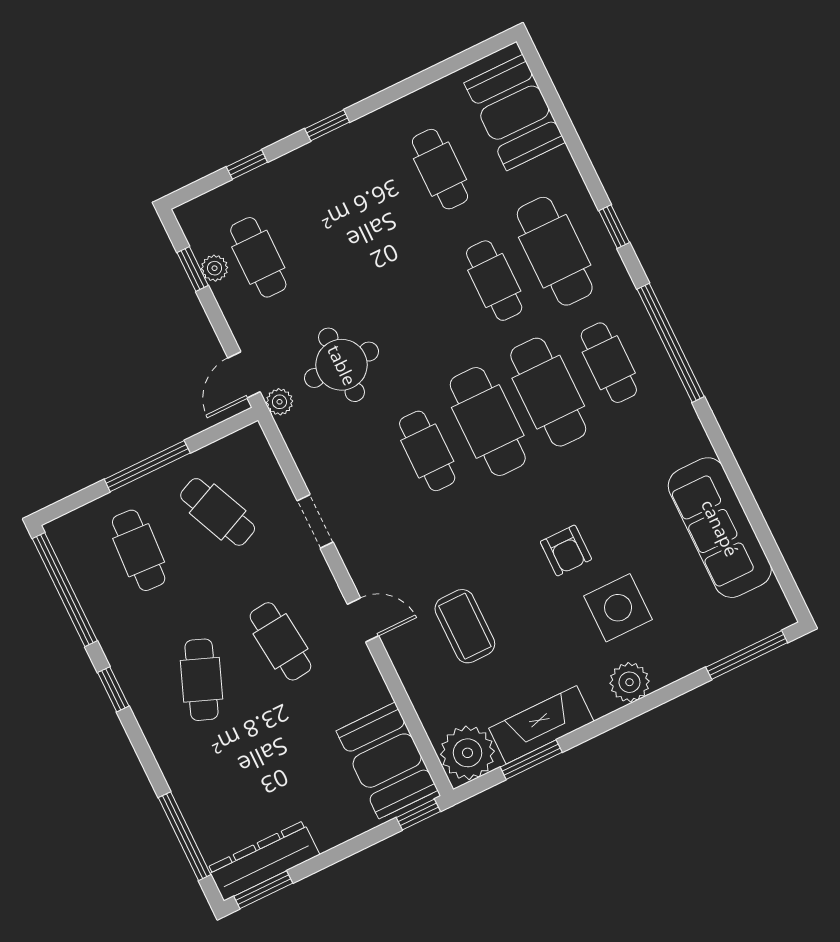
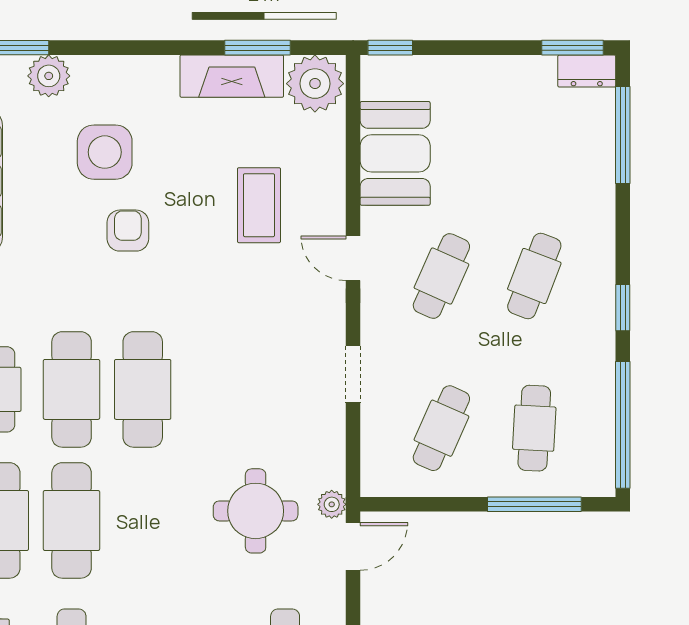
cafe table: (494, 281) -> (72, 520), width x1.37, depth x1.35
cafe table: (427, 451) -> (214, 389), removed
window: (147, 466) -> (534, 504), moved
cafe table: (218, 512) -> (441, 428), turned 48
cafe table: (280, 641) -> (441, 276), turned 30
plant: (629, 682) -> (49, 76), moved
booth: (387, 761) -> (395, 153), moved
dresser: (263, 861) -> (587, 71), width x0.51, depth x0.80

